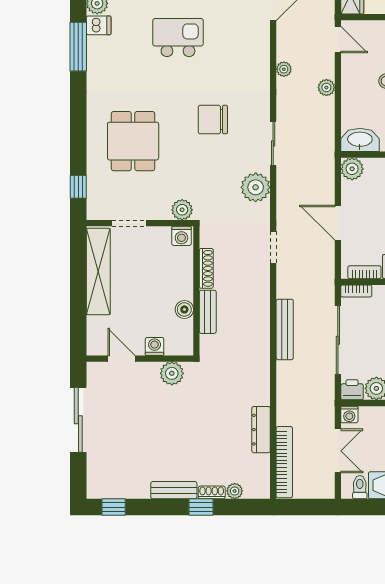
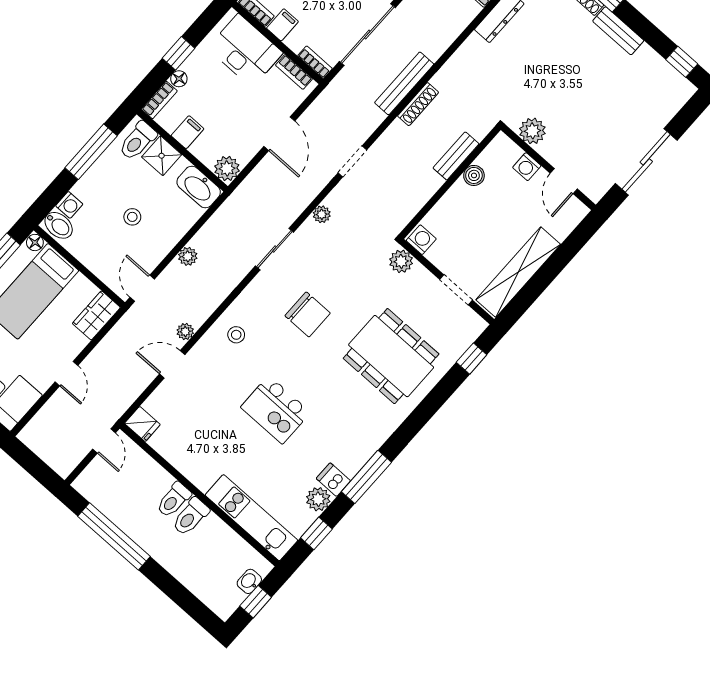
stool: (248, 64) -> (236, 335), added
plant: (284, 69) -> (185, 332), moved
dining table: (133, 141) -> (391, 356), width x1.38
plant: (256, 187) -> (322, 214), width x0.53, depth x0.53
shoe rack: (206, 268) -> (418, 104), moved, turned 180

